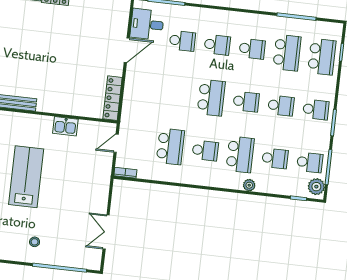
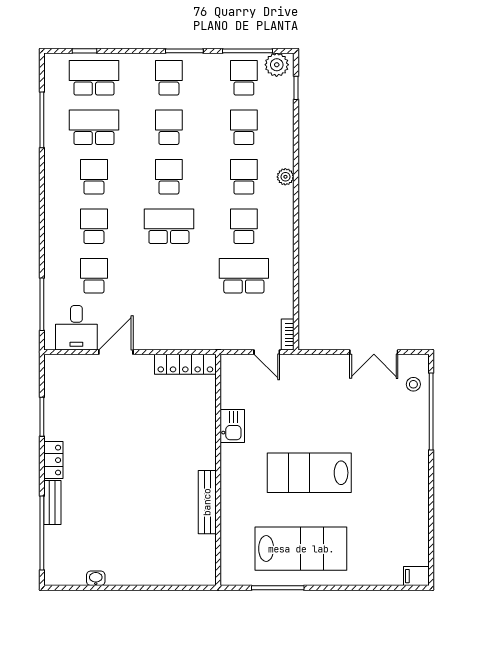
door: (127, 50) -> (116, 352), hinge flipped
door: (116, 143) -> (267, 352), moved
school desk: (240, 154) -> (244, 177), width x0.54
plant: (249, 185) -> (285, 177), moved
stool: (35, 242) -> (413, 384), moved

